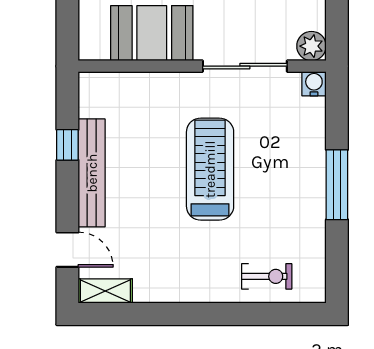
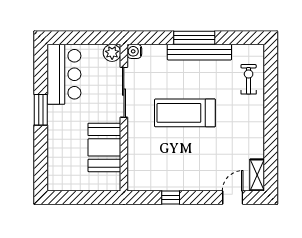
bench: (92, 173) -> (199, 52), moved

